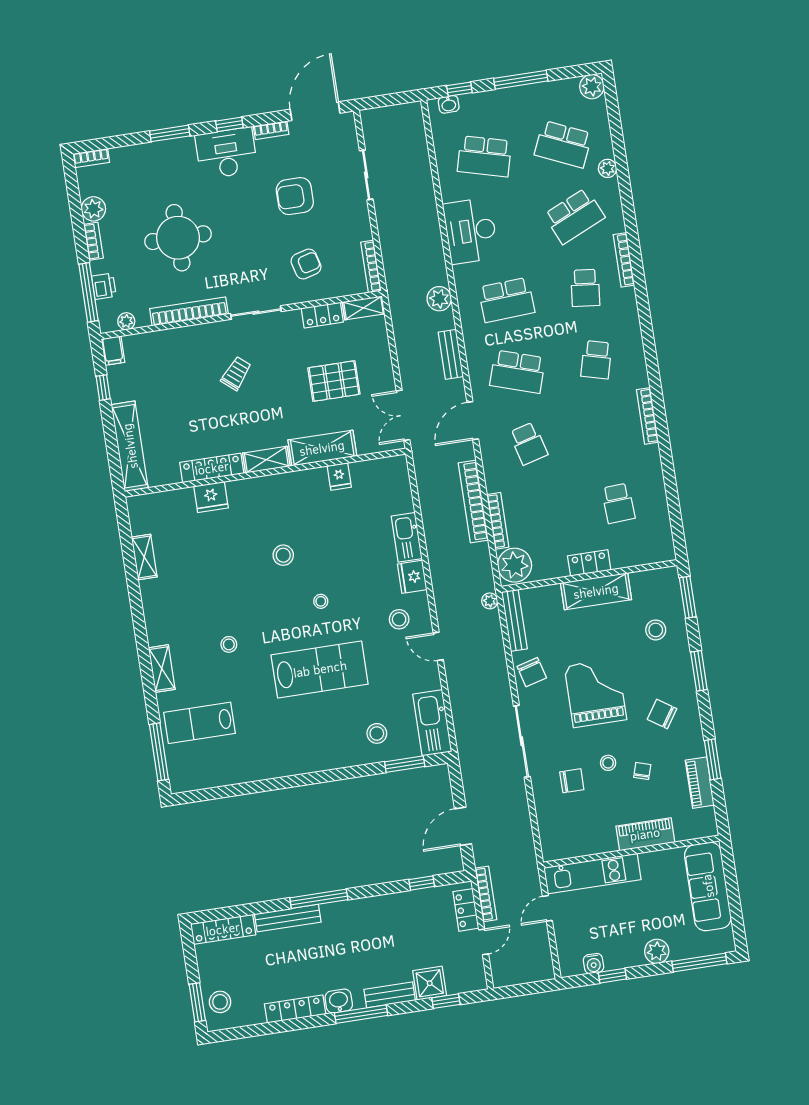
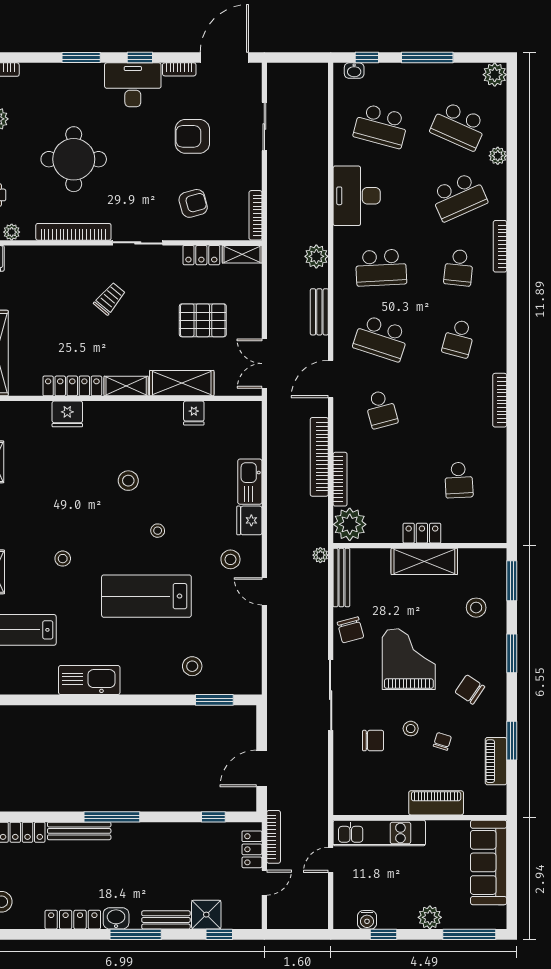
lab bench: (320, 669) -> (146, 596), turned 180
kitchen sink: (432, 723) -> (89, 680), moved, turned 90

